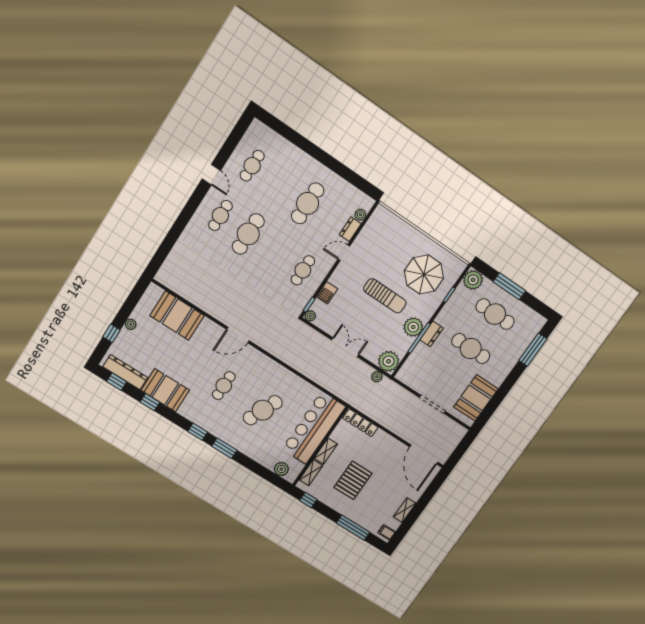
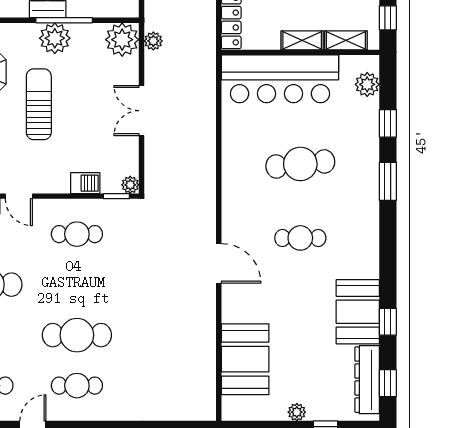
cafe table: (263, 410) -> (300, 164), turned -30
window: (198, 432) -> (388, 123), moved

